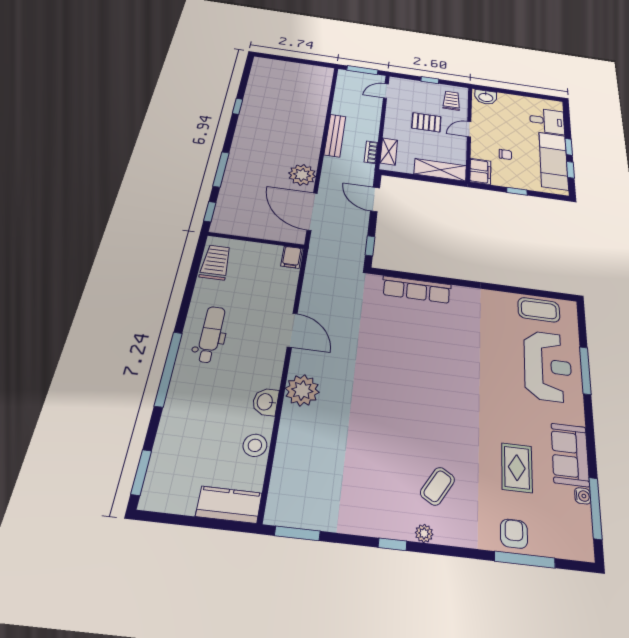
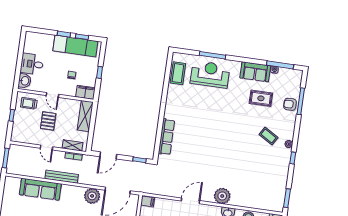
door: (386, 91) -> (47, 147), moved
sofa: (313, 108) -> (40, 189), added
desk: (547, 121) -> (32, 64), moved, turned -90

